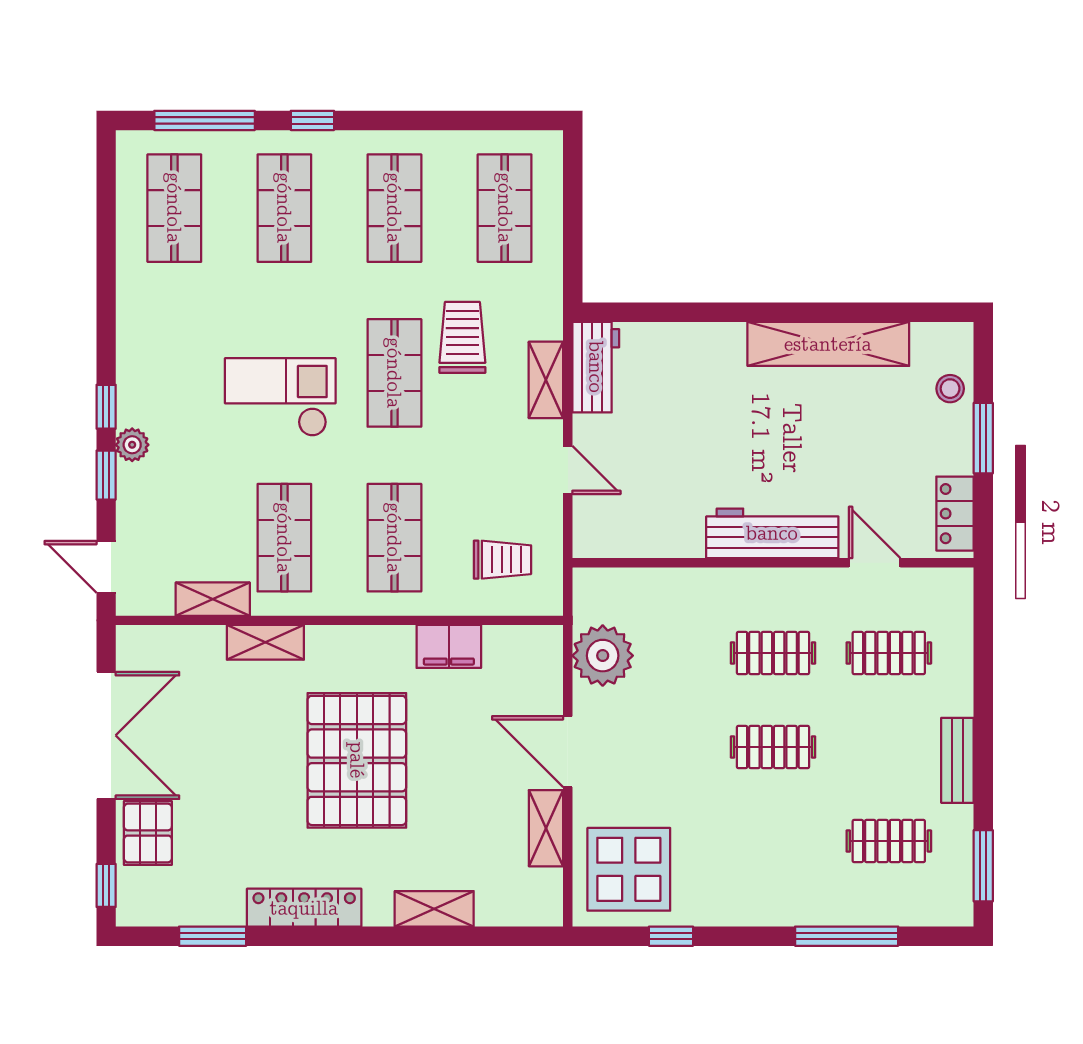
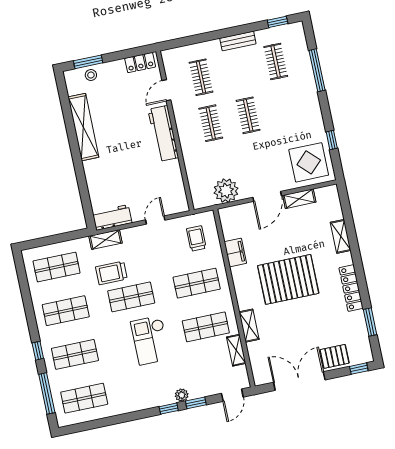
shelving: (546, 380) -> (106, 240), moved
window: (983, 438) -> (88, 62), moved
window: (983, 866) -> (278, 22), width x0.67

